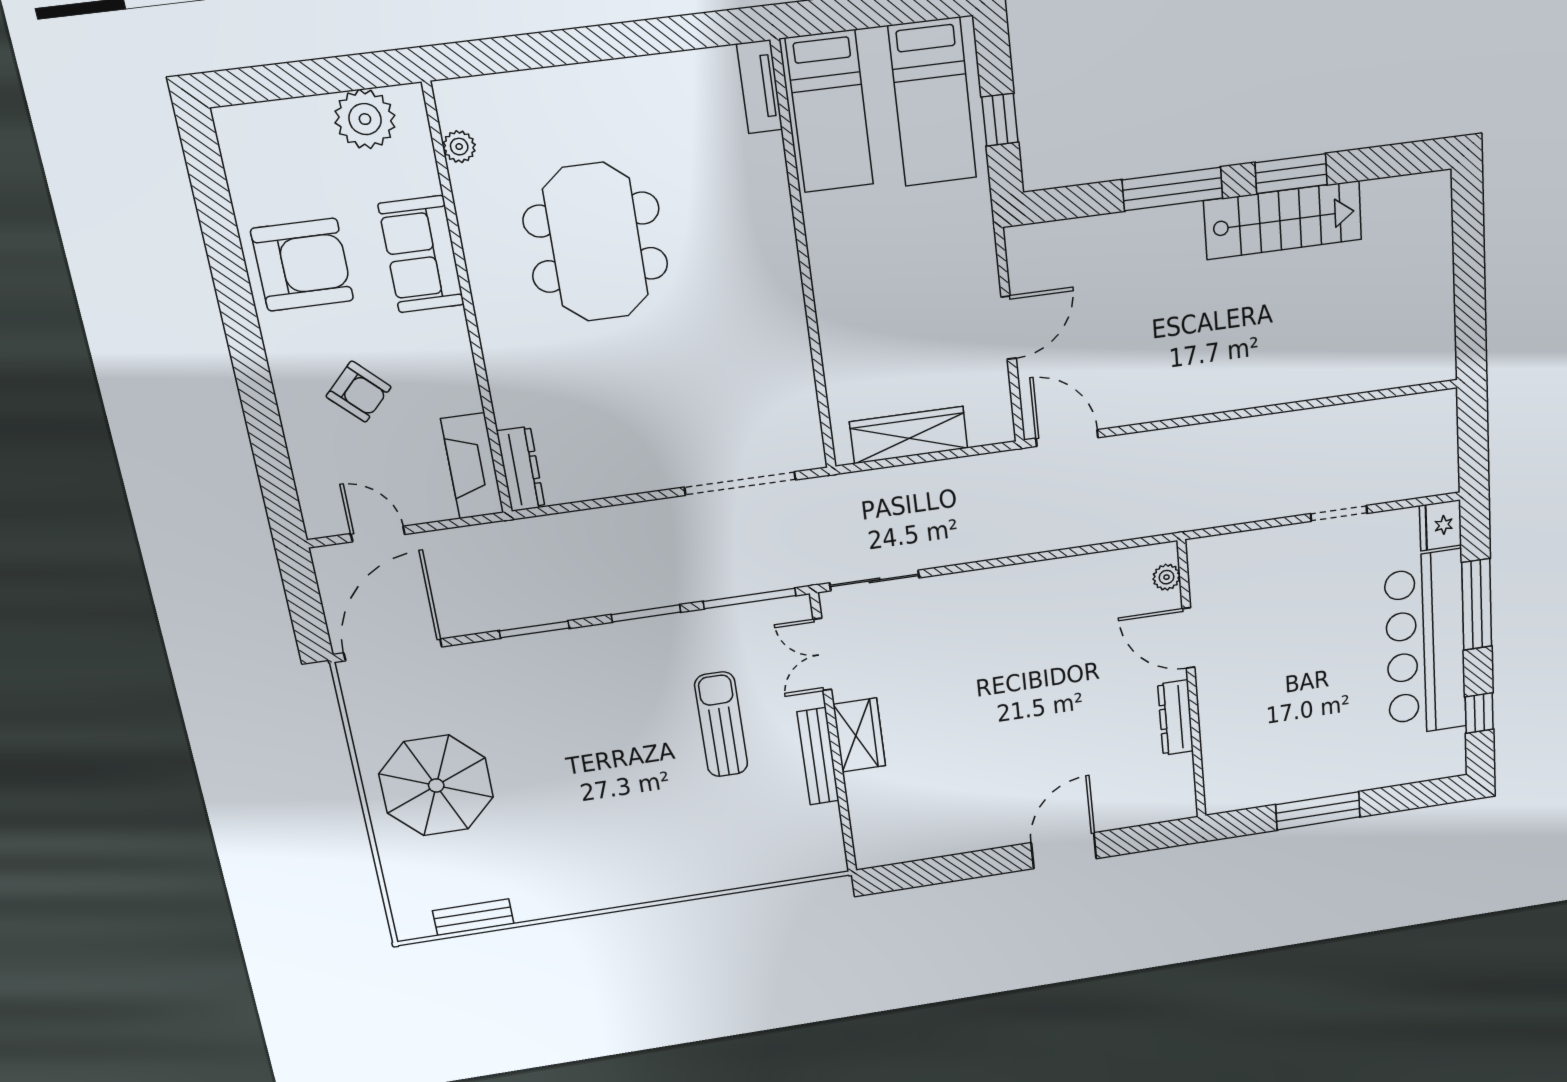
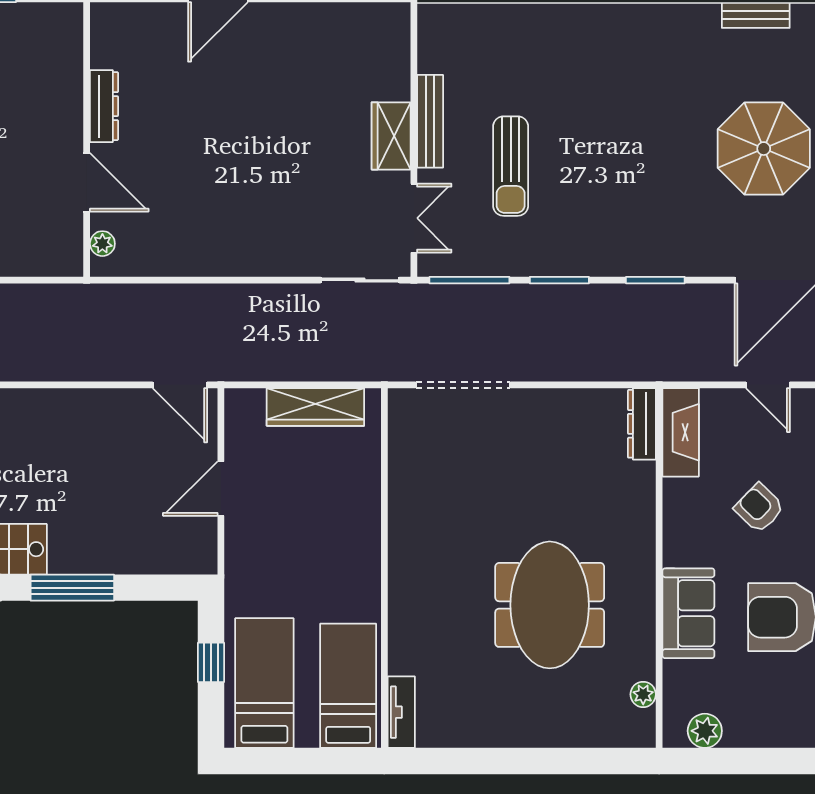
plant: (365, 119) -> (705, 731), width x0.73, depth x0.73

